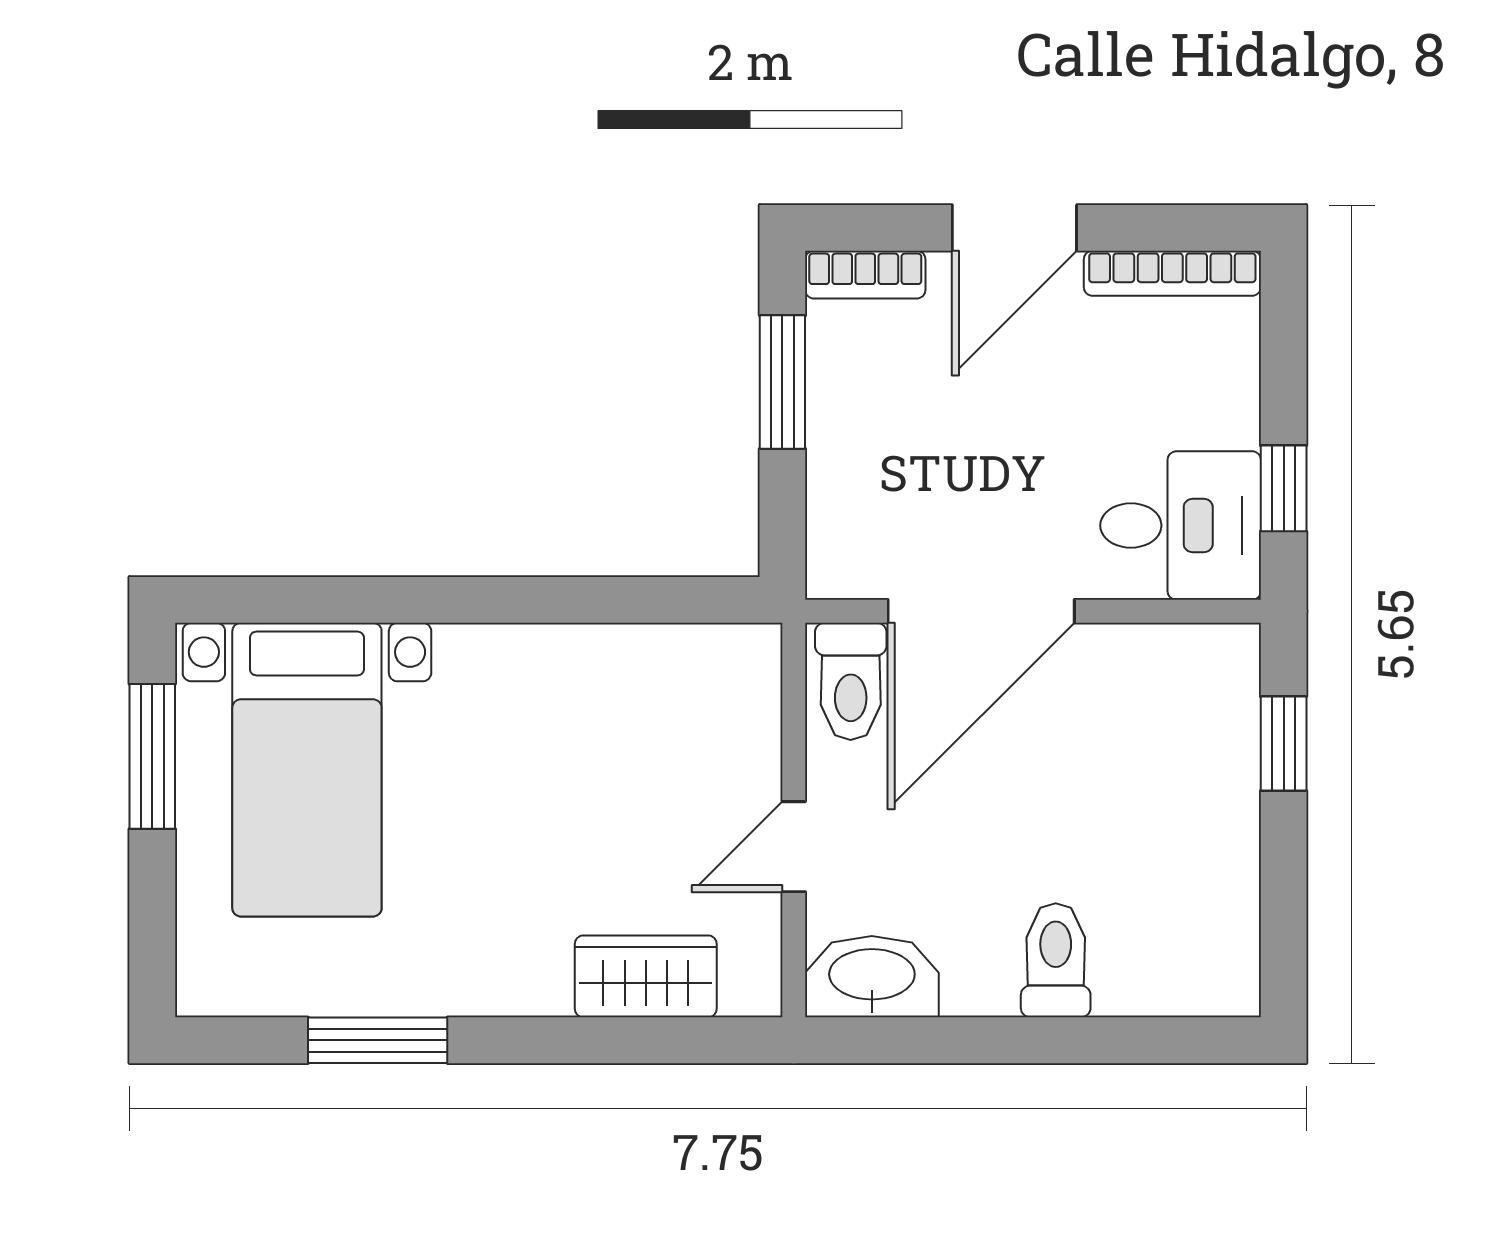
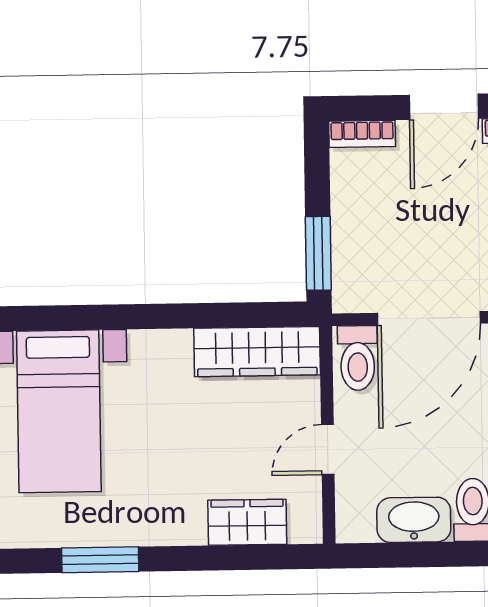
window: (782, 382) -> (318, 253), moved
wardrobe: (668, 667) -> (257, 352), added
washbasin: (872, 977) -> (414, 520), moved

